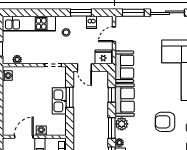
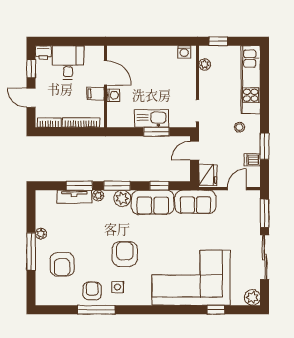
door: (114, 34) -> (237, 189), hinge flipped

